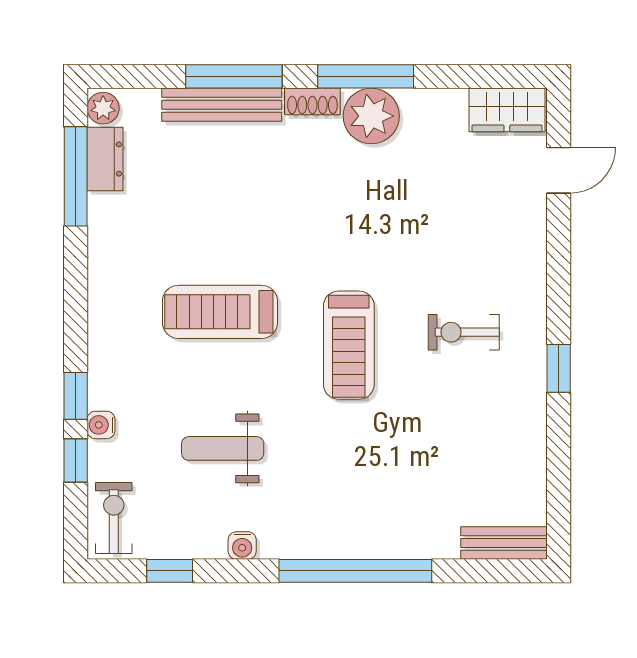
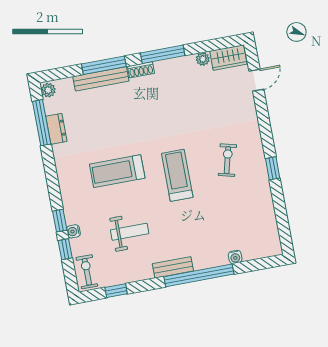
plant: (371, 116) -> (203, 59), moved, width x0.53, depth x0.53
dresser: (105, 159) -> (56, 129), moved
exercise bike: (464, 332) -> (227, 160), turned 104
treadmill: (349, 345) -> (177, 175), turned 180
weight bench: (223, 448) -> (130, 232), turned 180
bench: (504, 543) -> (173, 267), moved
water cooler: (242, 546) -> (235, 257), moved

